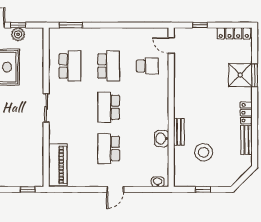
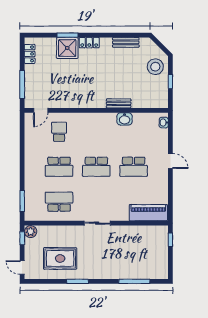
window: (18, 25) -> (22, 238), moved
window: (200, 25) -> (22, 84), width x2.17
locker: (234, 33) -> (30, 54), width x0.66
plant: (18, 34) -> (31, 232), moved
school desk: (109, 66) -> (59, 167), turned 180
locker: (246, 113) -> (89, 43), moved
stool: (204, 152) -> (155, 67), moved

